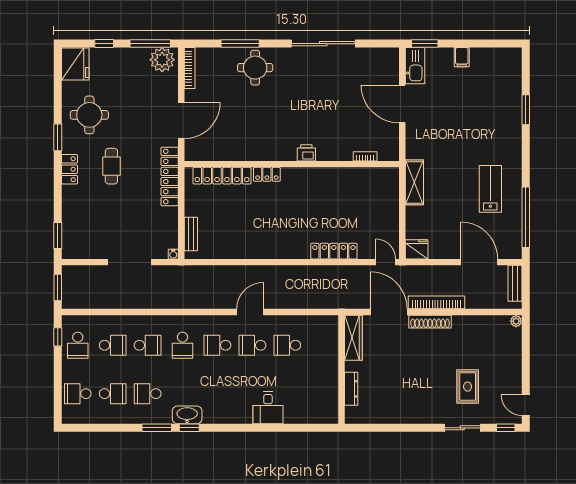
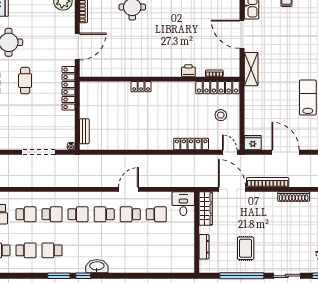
printer: (306, 153) -> (188, 71), moved
locker: (222, 176) -> (218, 88), moved
shelving: (414, 182) -> (251, 69), moved
stool: (374, 212) -> (221, 115), added
door: (479, 262) -> (286, 152), moved
shoe rack: (430, 322) -> (294, 197), moved
school desk: (183, 345) -> (78, 214), turned -90
school desk: (287, 345) -> (156, 214), turned 180
rug: (468, 387) -> (246, 248), moved
desk: (268, 408) -> (183, 204), moved, turned 180
washbasin: (187, 415) -> (97, 266), moved
window: (402, 428) -> (242, 276), added

